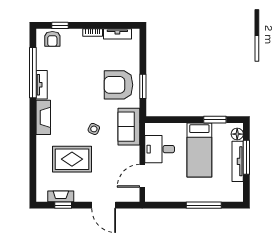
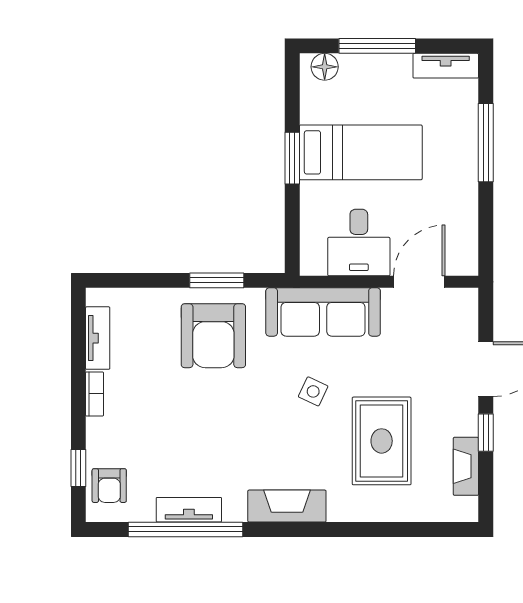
armchair: (52, 39) -> (109, 486), turned 90
tv unit: (42, 85) -> (189, 510), moved
window: (215, 120) -> (292, 158), moved
sofa: (129, 127) -> (323, 312), width x1.36
tv unit: (238, 161) -> (446, 66), moved, width x0.71
door: (142, 176) -> (419, 282), swing flipped
window: (63, 205) -> (486, 433), moved

